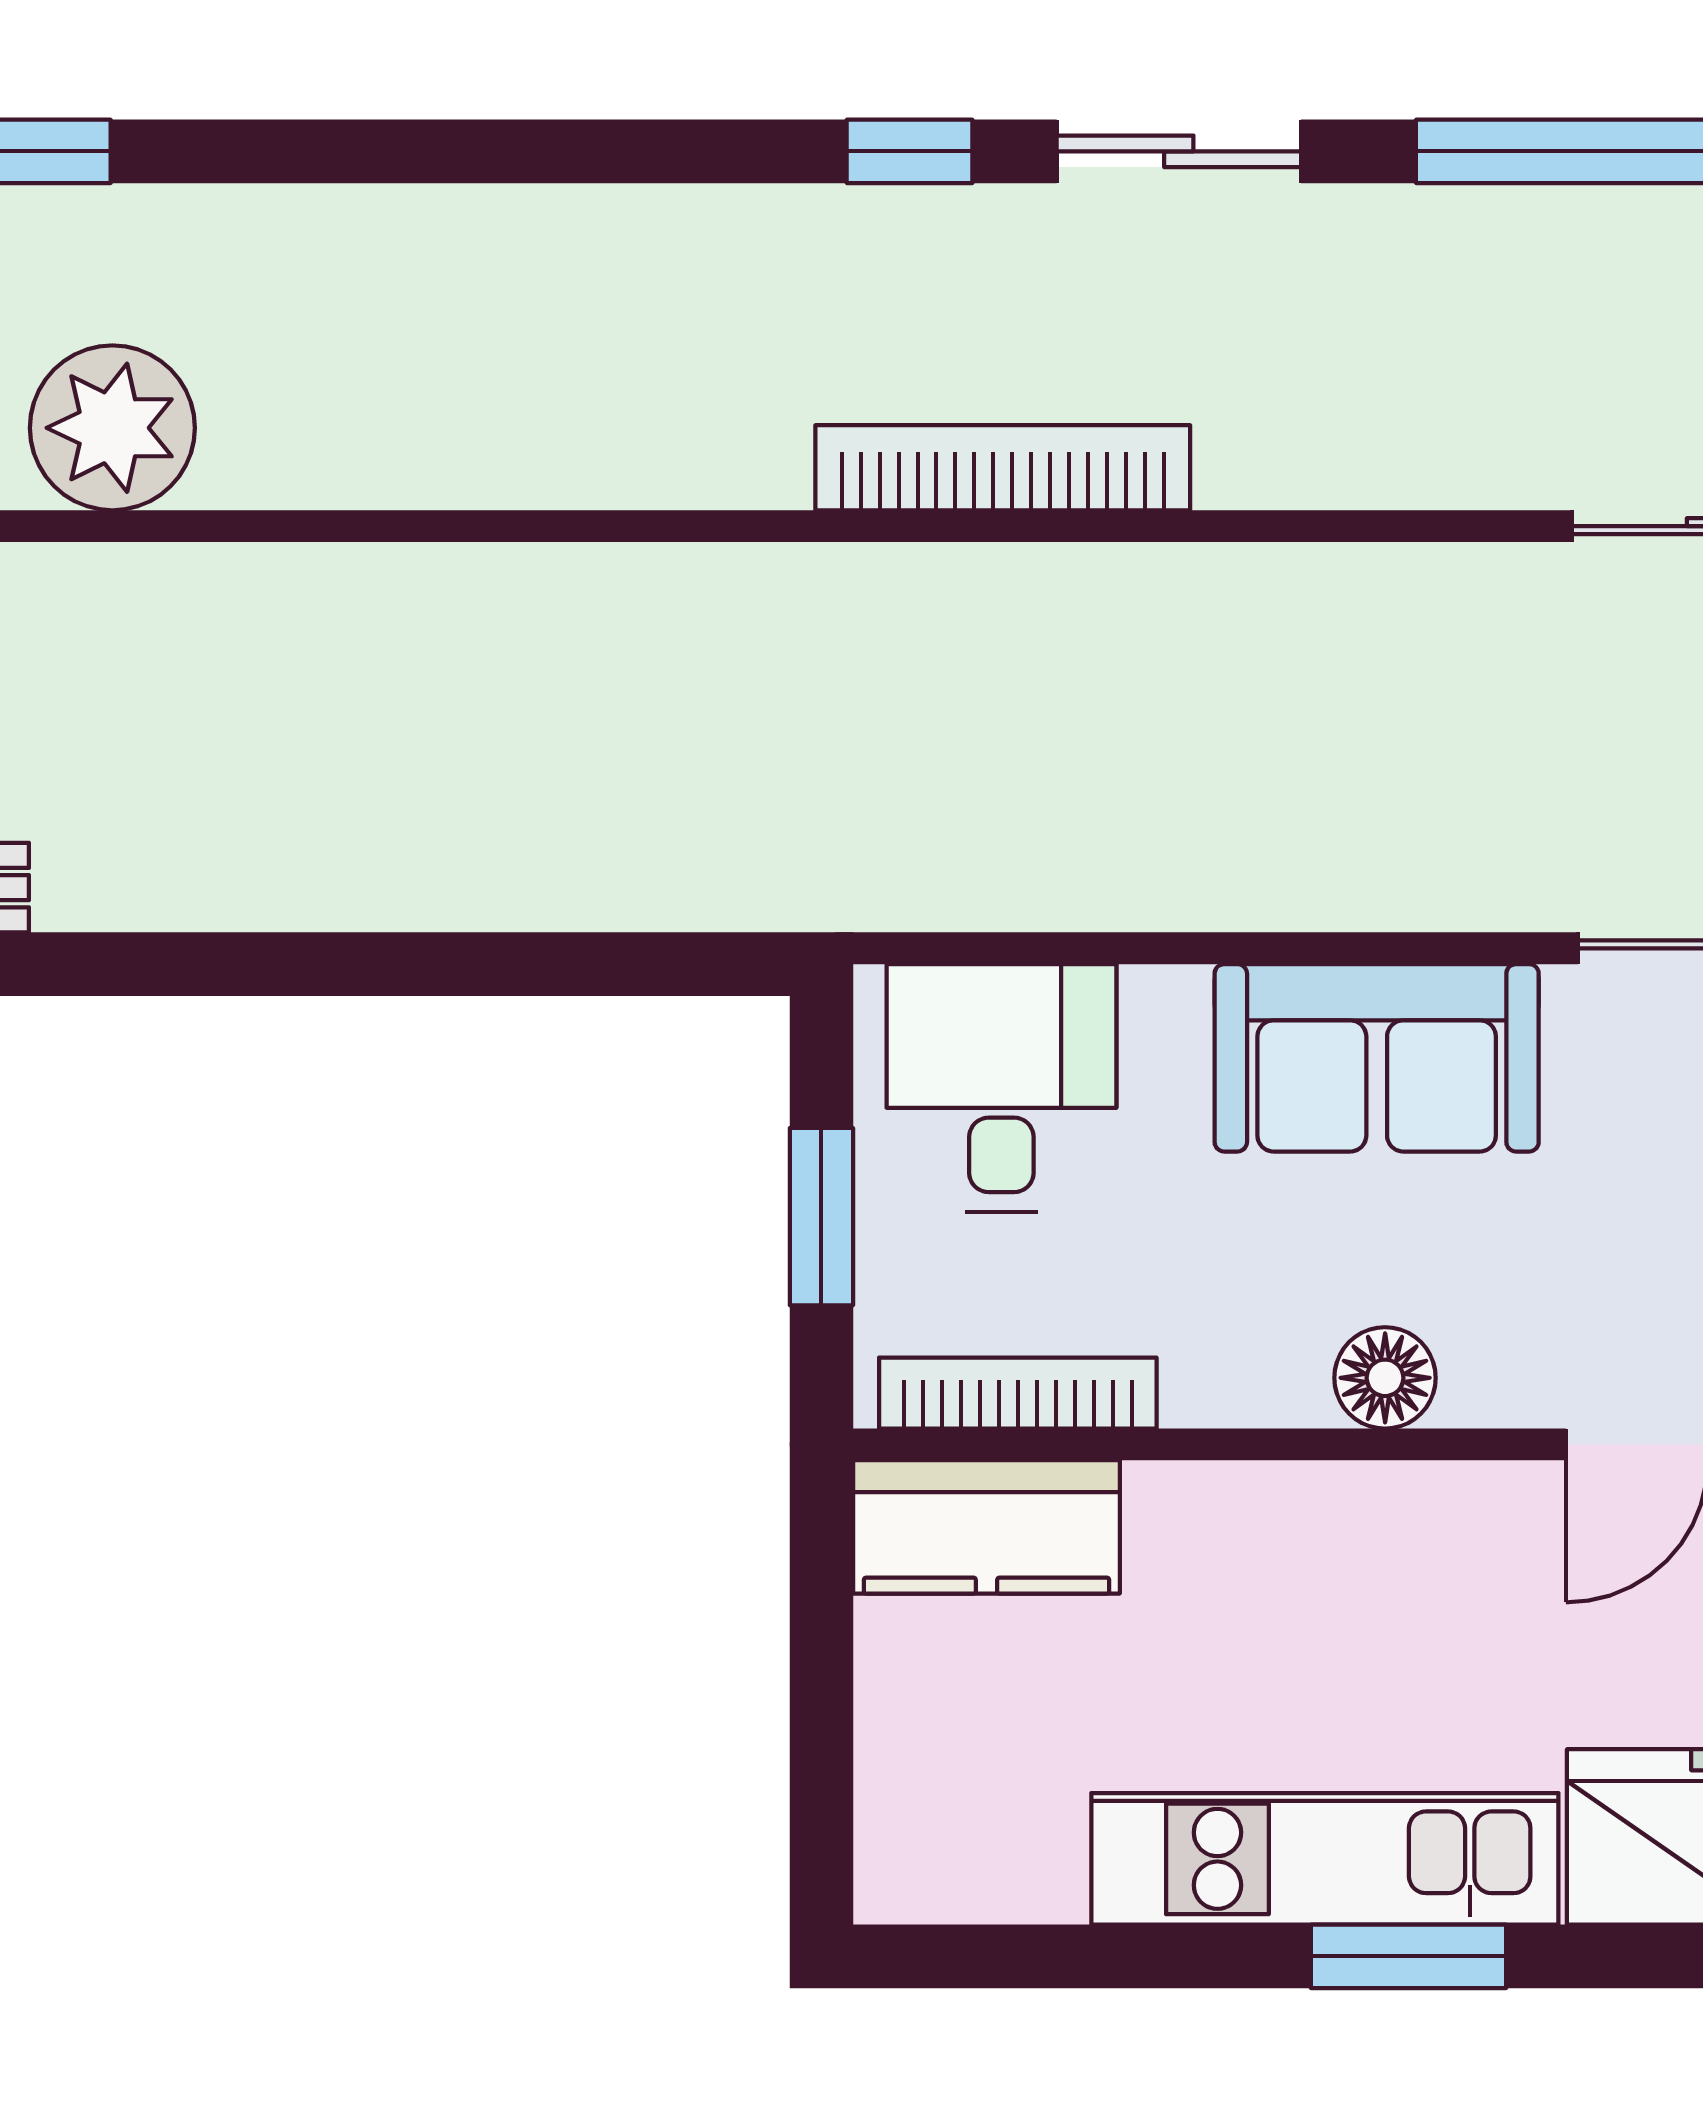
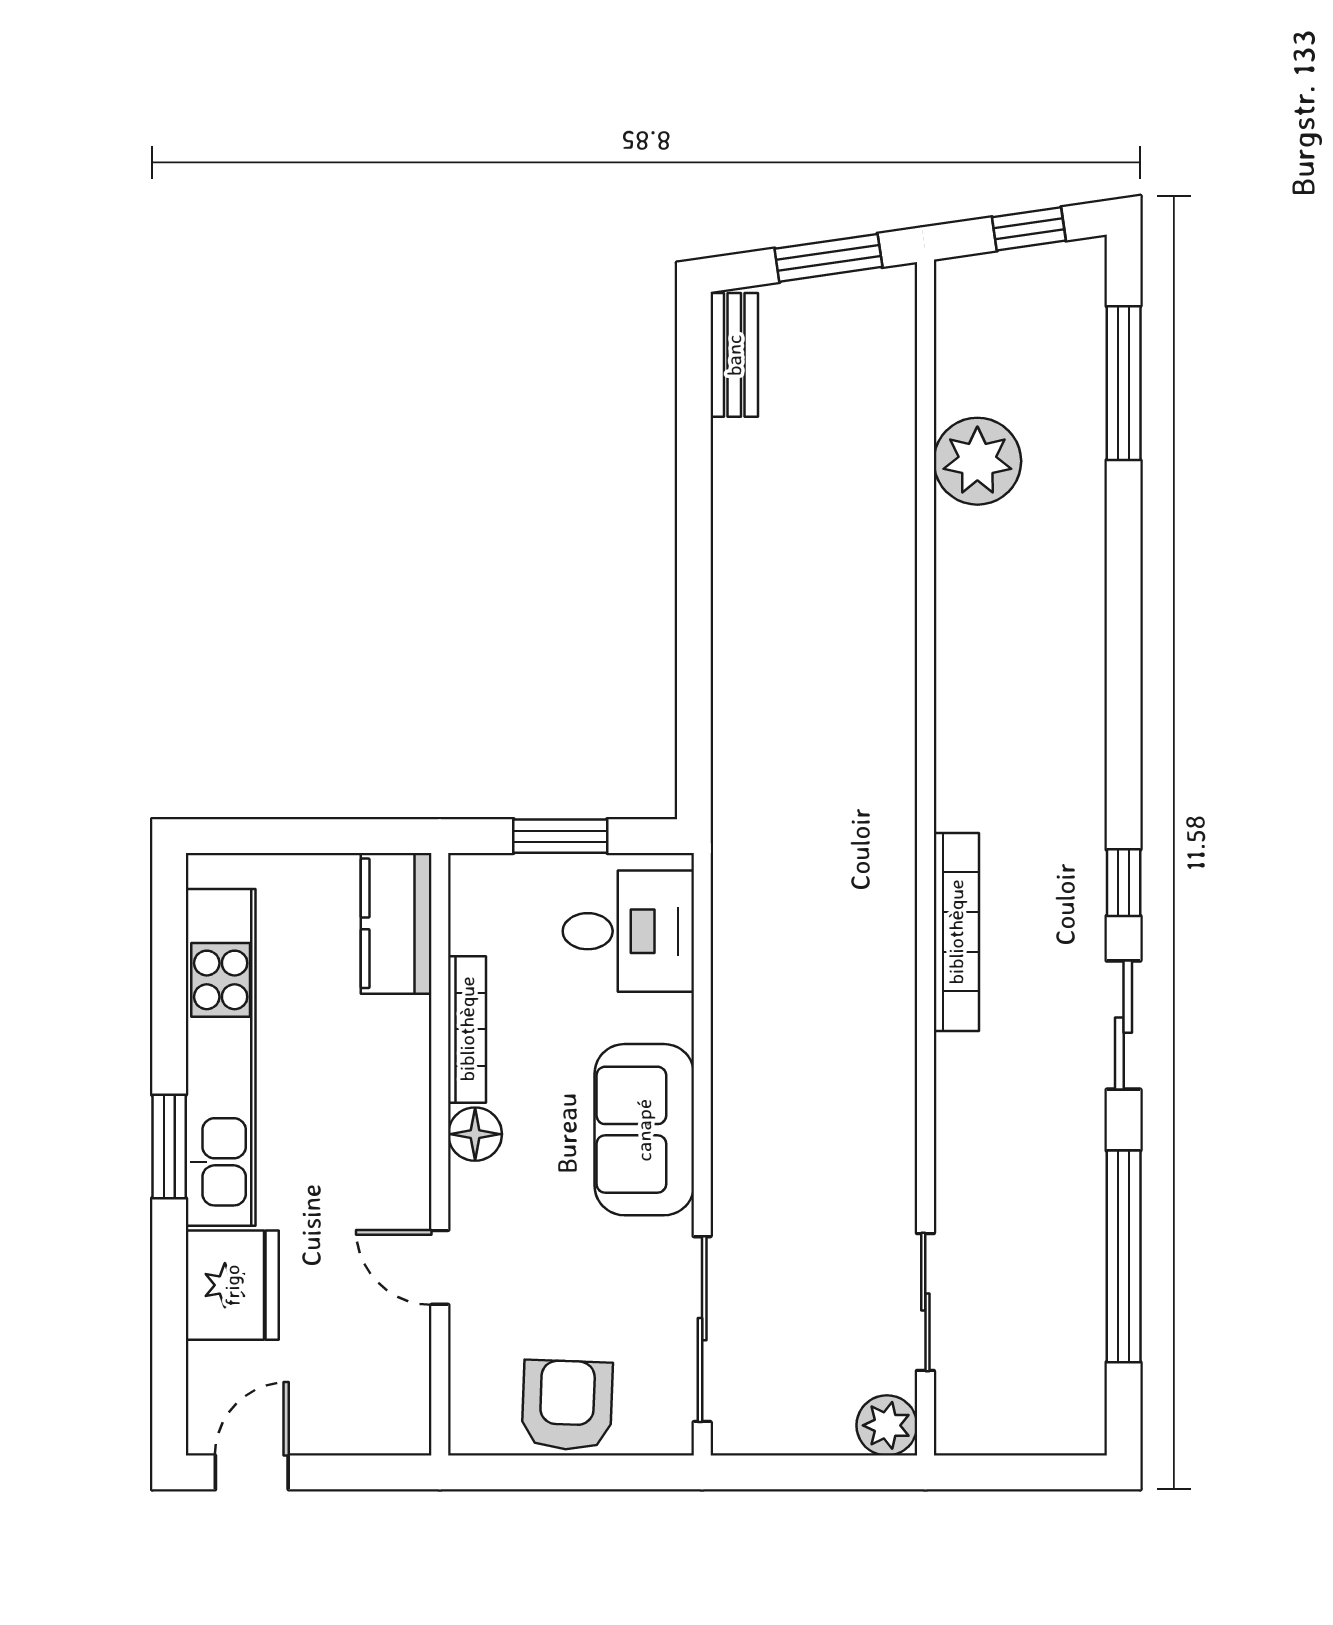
bookcase: (1018, 1393) -> (467, 1029), moved
kitchen unit: (1325, 1859) -> (221, 1057), width x1.36

